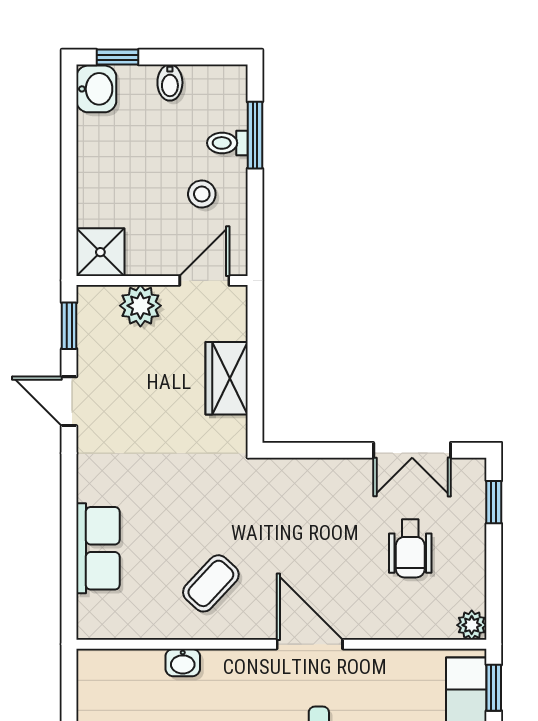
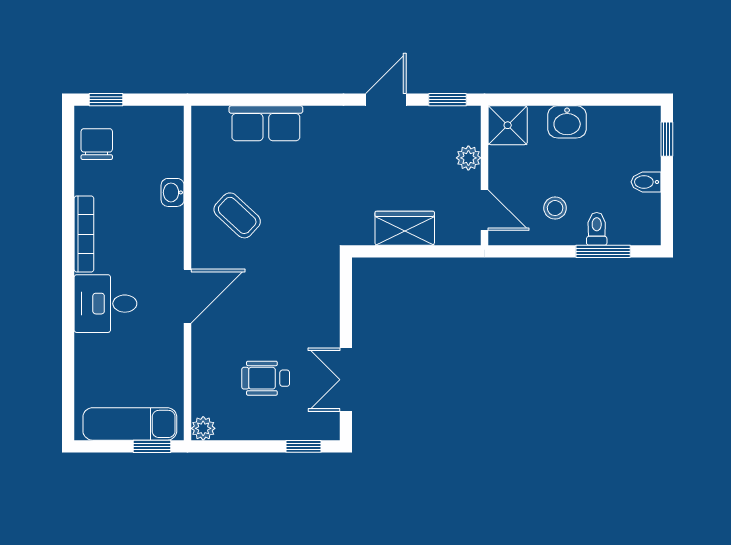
washbasin: (96, 89) -> (567, 122), moved
plant: (140, 306) -> (468, 158), width x0.73, depth x0.73

